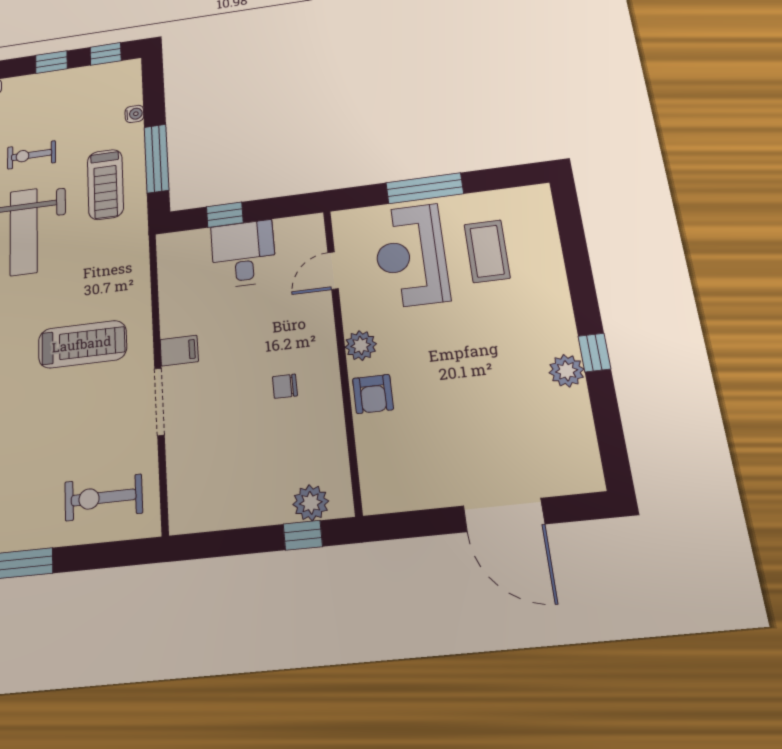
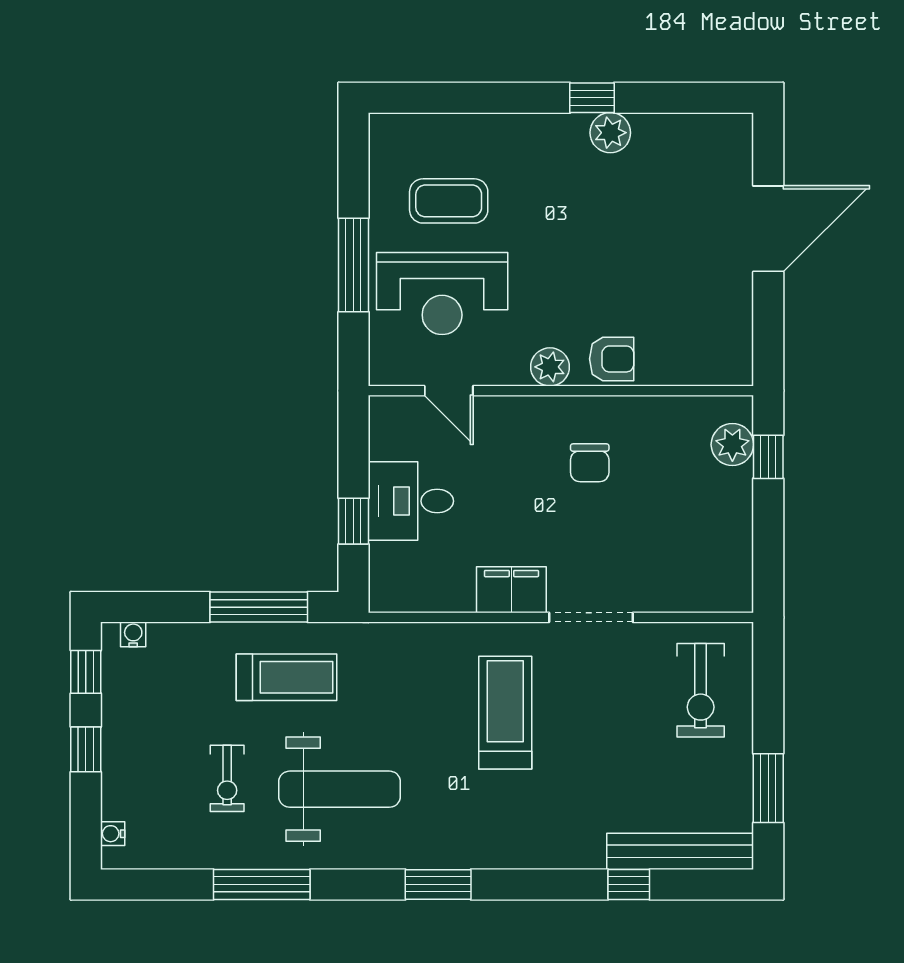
water cooler: (134, 114) -> (133, 634), moved
filing cabinet: (179, 351) -> (511, 590), width x2.00
chair: (285, 386) -> (590, 463), width x1.37, depth x1.37

